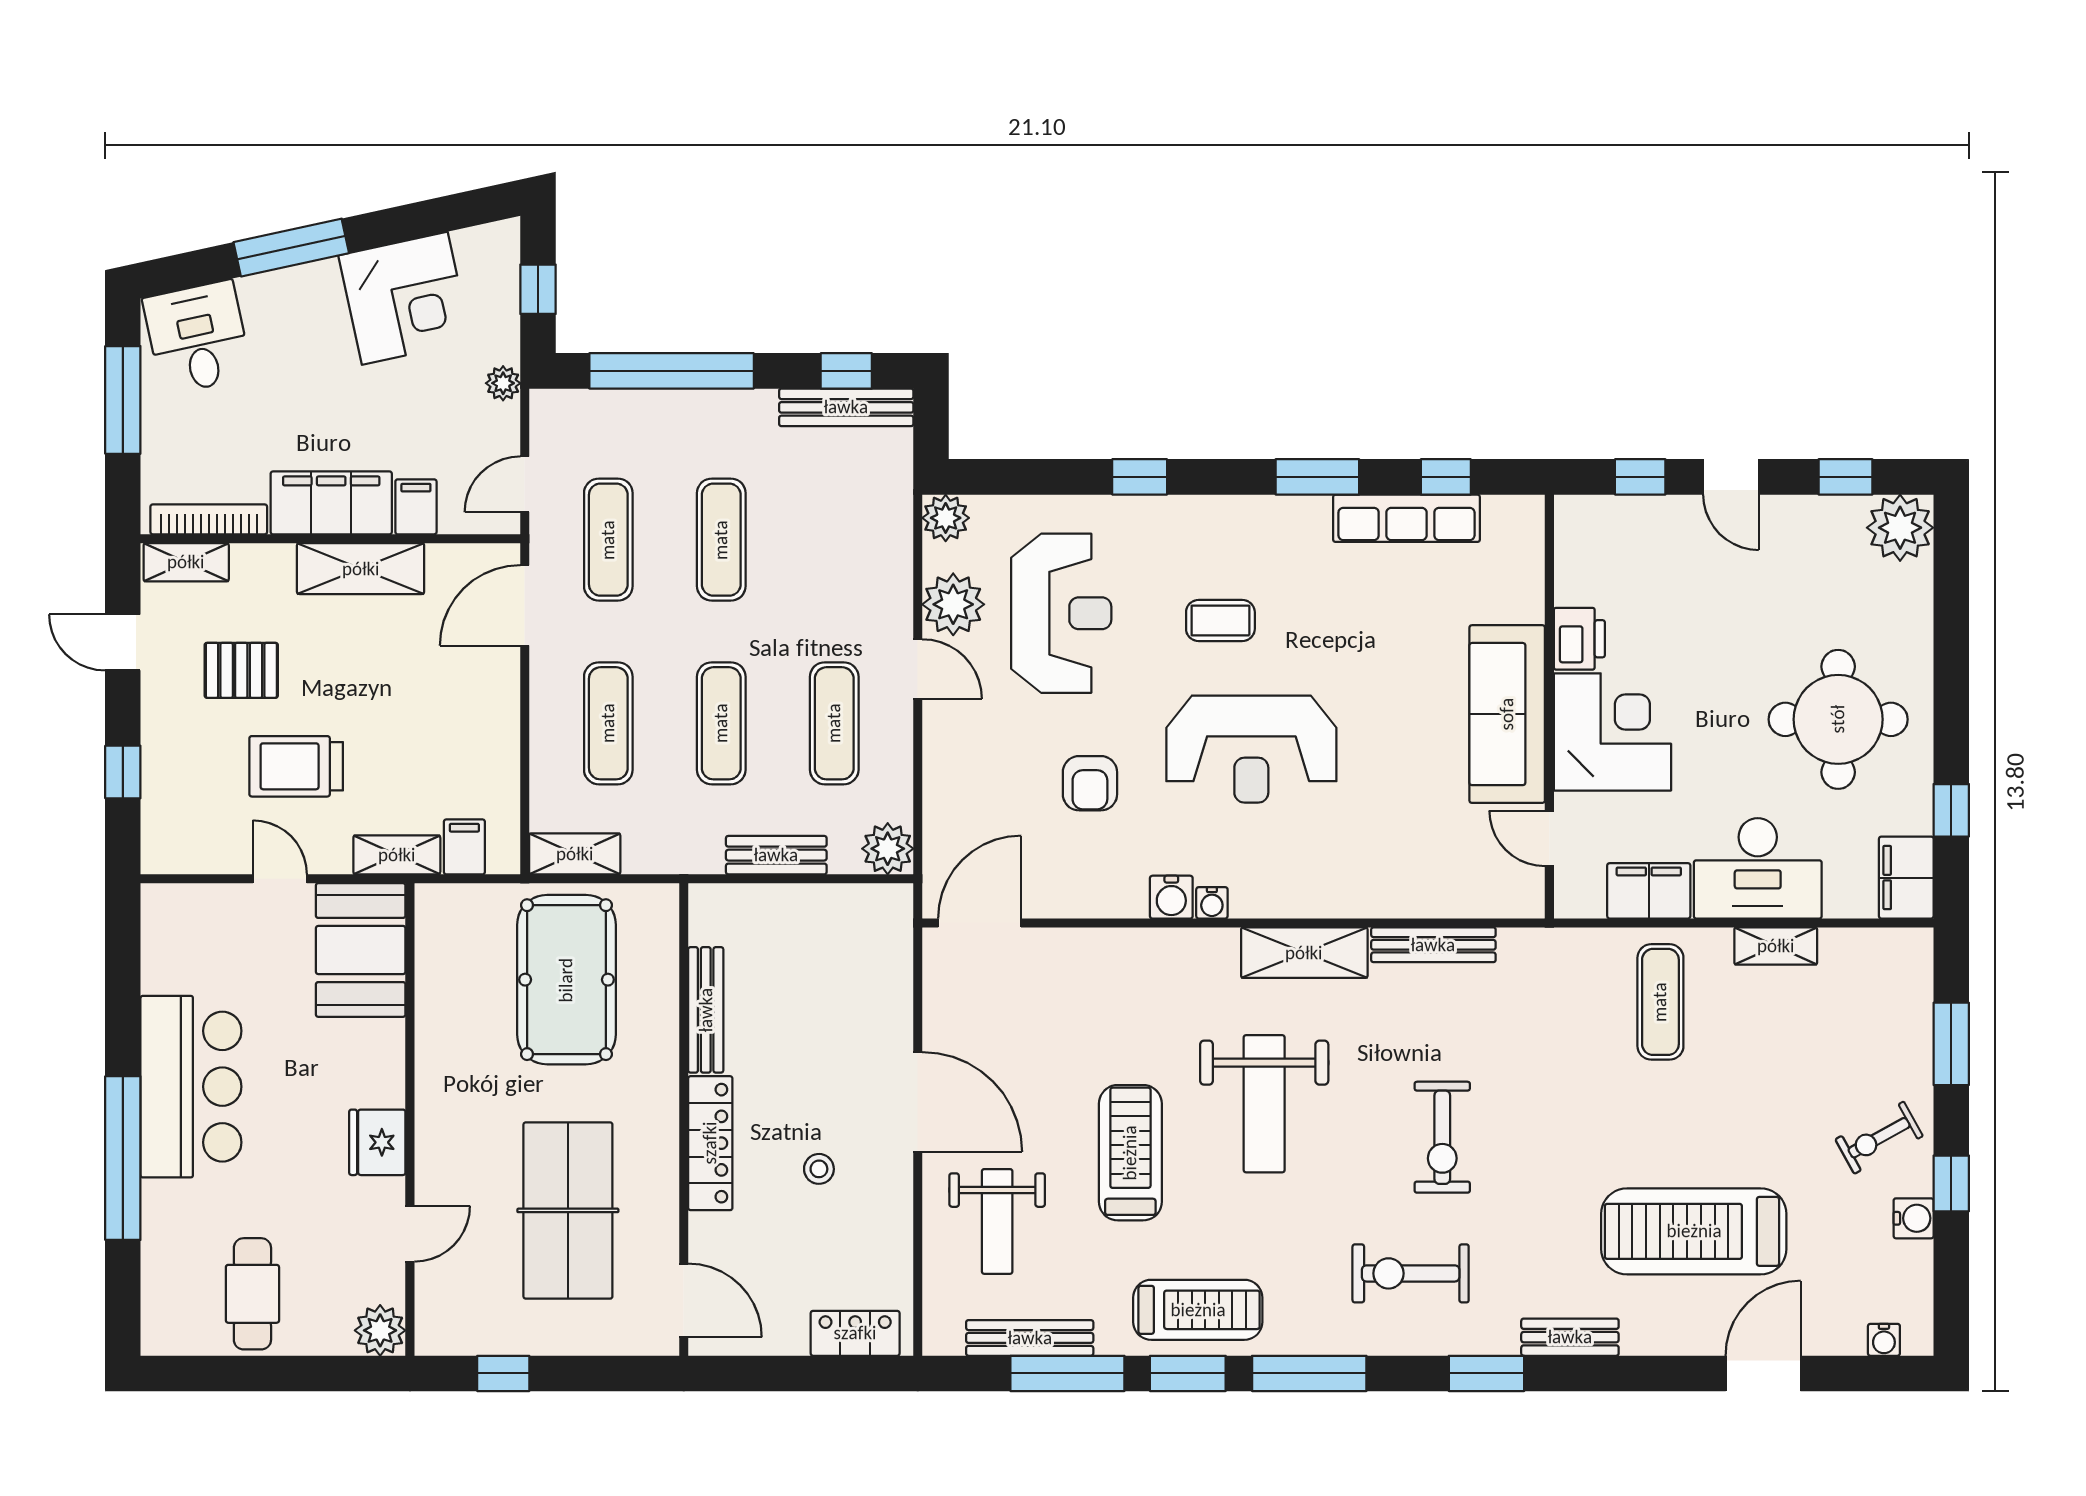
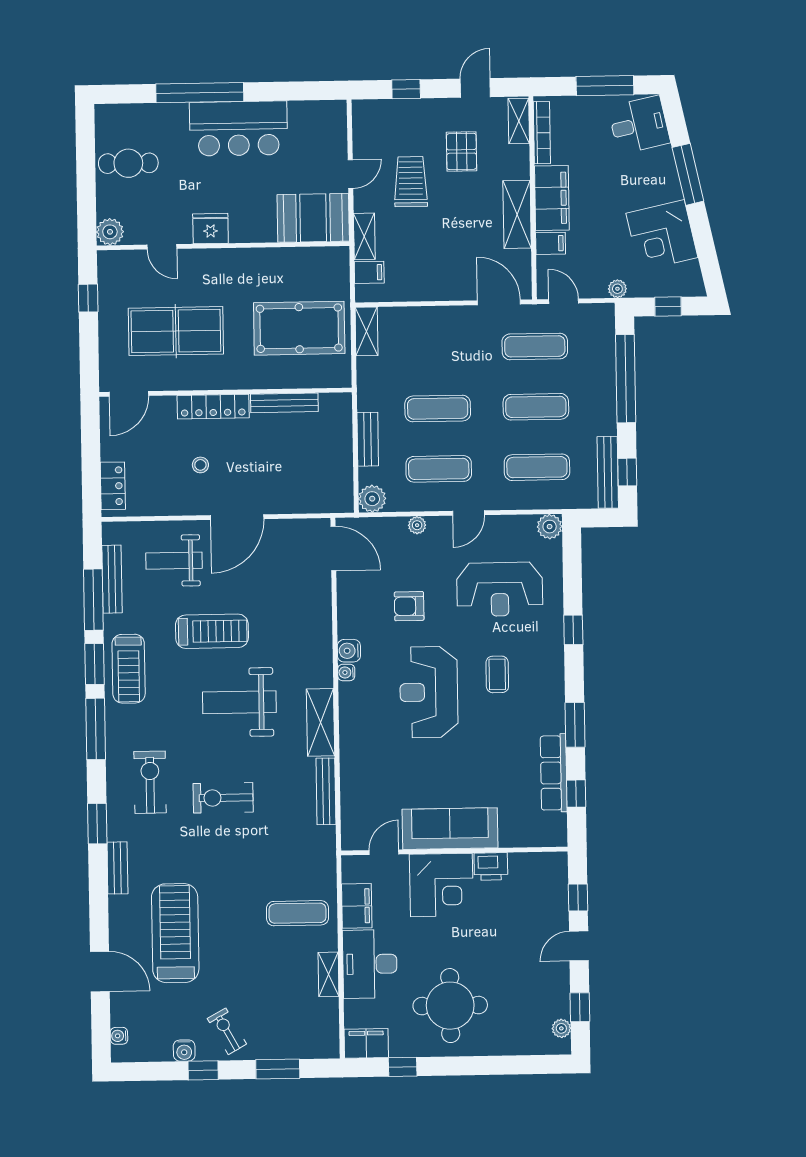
plant: (1900, 528) -> (561, 1028), width x0.53, depth x0.53
plant: (953, 604) -> (417, 525), moved, width x0.53, depth x0.53
exercise mat: (608, 723) -> (537, 467), moved

